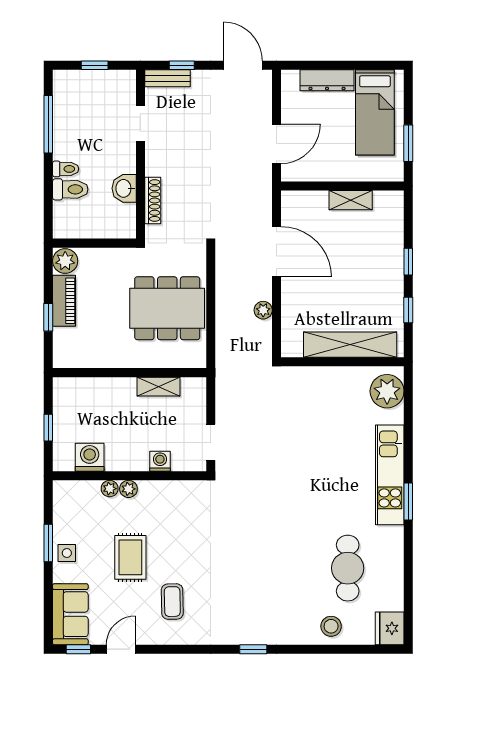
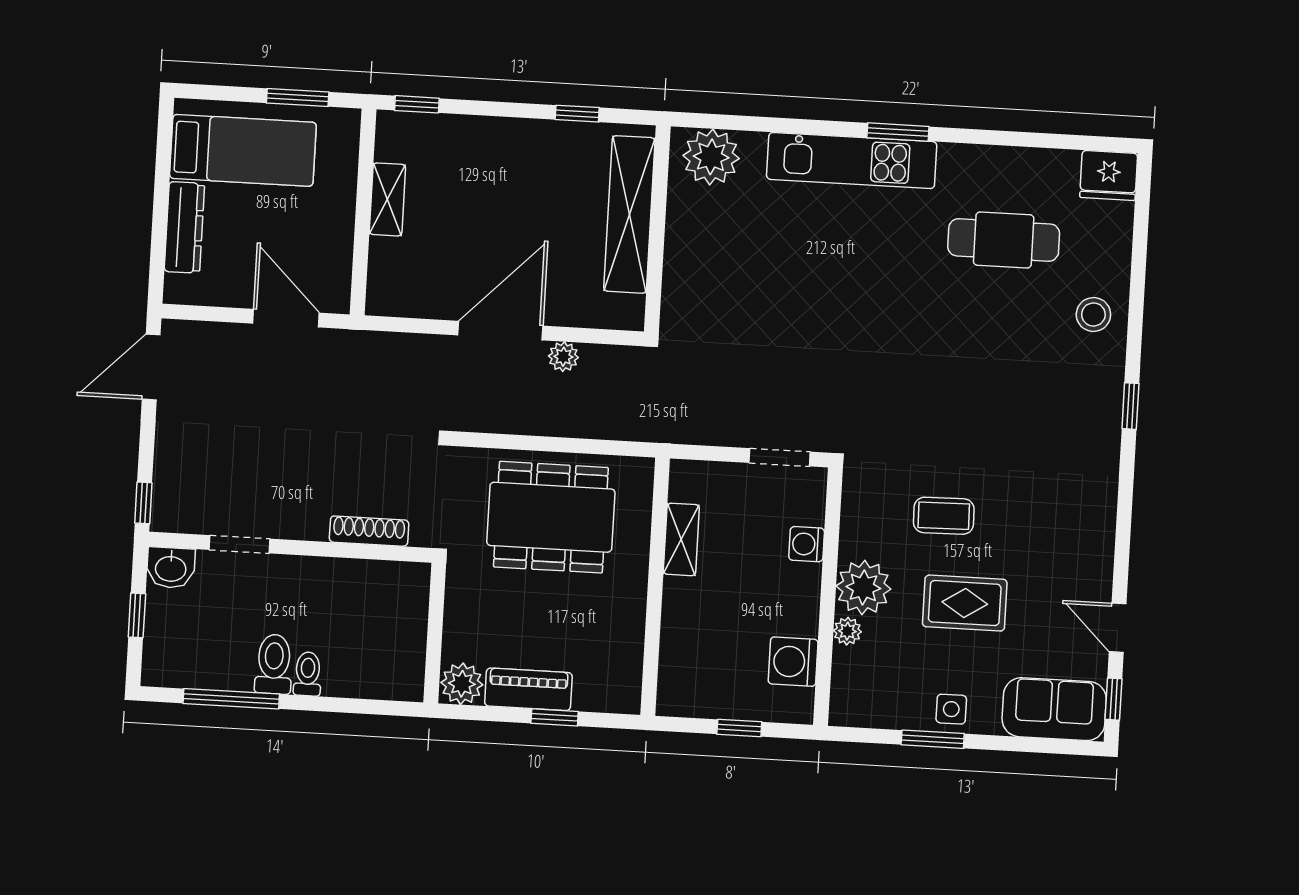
window: (182, 65) -> (143, 503), moved
bench: (167, 78) -> (166, 495), removed
washbasin: (124, 188) -> (171, 568), moved
toilet: (70, 189) -> (274, 664), moved
door: (277, 252) -> (500, 331), moved
window: (408, 262) -> (417, 104), moved
dining table: (167, 308) -> (551, 517), turned 90
plant: (128, 489) -> (863, 587), width x1.88, depth x1.88
coffee table: (172, 602) -> (944, 516), moved
stool: (331, 626) -> (1093, 314), moved

